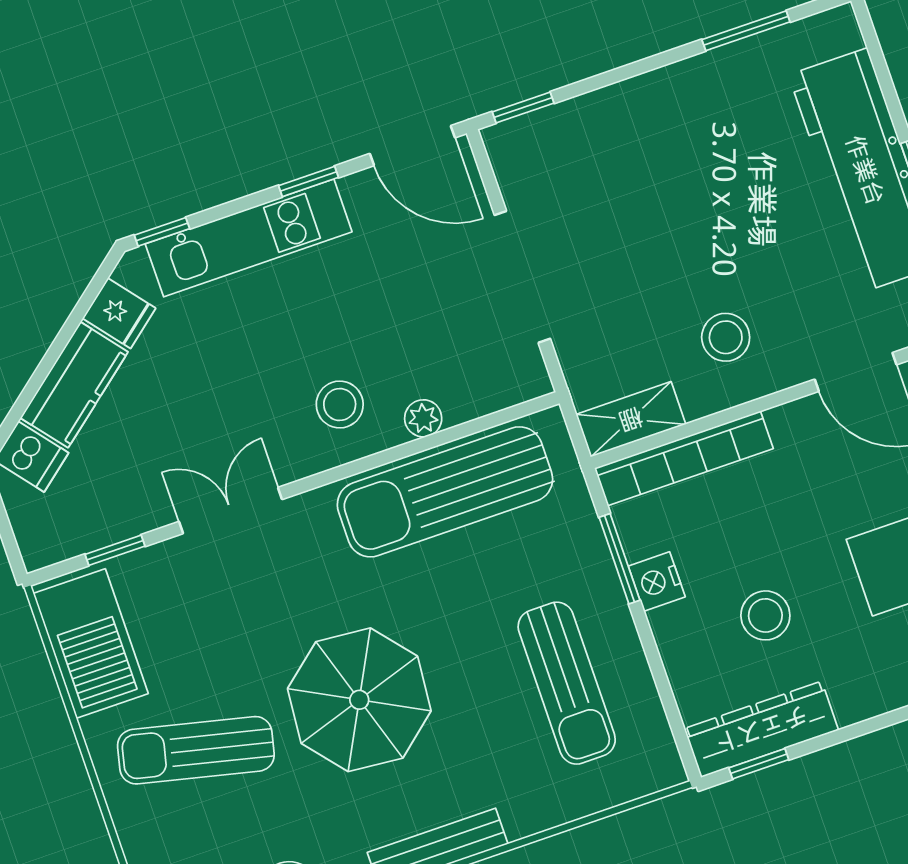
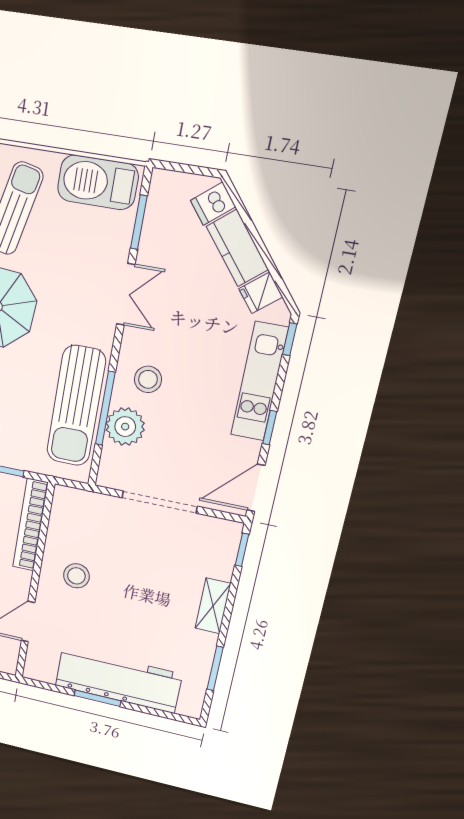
plant: (423, 418) -> (125, 427), width x1.88, depth x1.88
shelving: (631, 419) -> (213, 606), moved
window: (422, 444) -> (105, 408), added
sun lounger: (445, 492) -> (76, 406), turned 180
window: (115, 550) -> (139, 222), width x1.50

